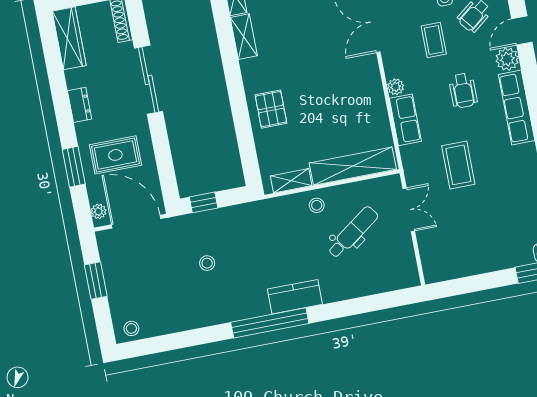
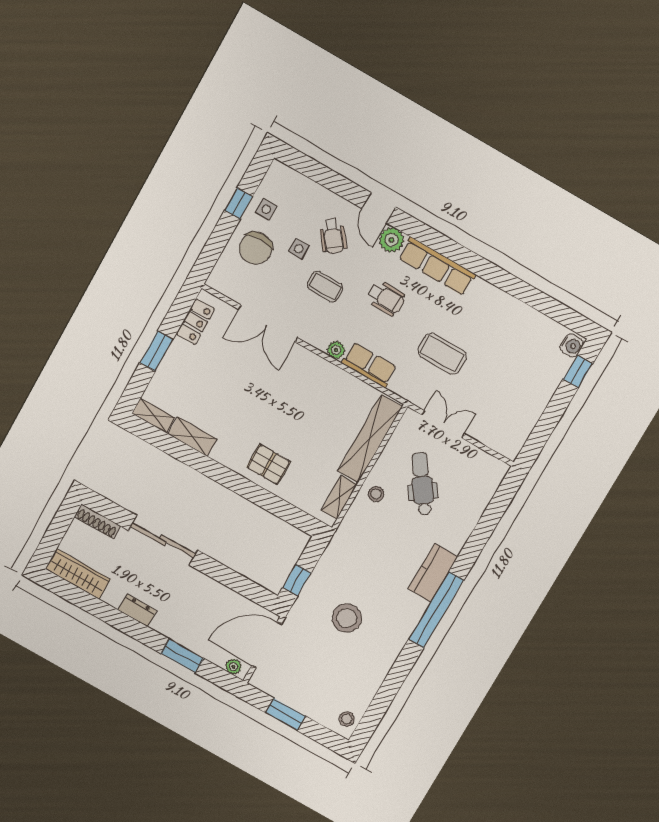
rug: (115, 155) -> (200, 616), removed
stool: (207, 263) -> (347, 618), width x1.89, depth x1.89

